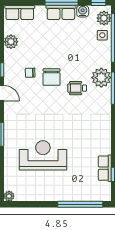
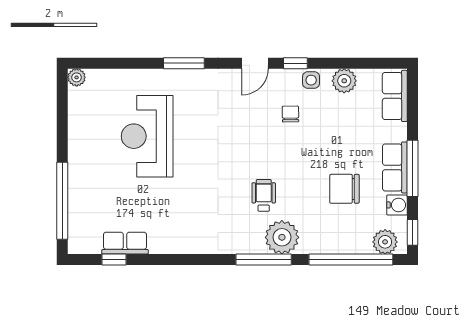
side table: (102, 35) -> (311, 80), moved
chair: (52, 77) -> (345, 189), moved
reception desk: (43, 155) -> (147, 136), turned 180

